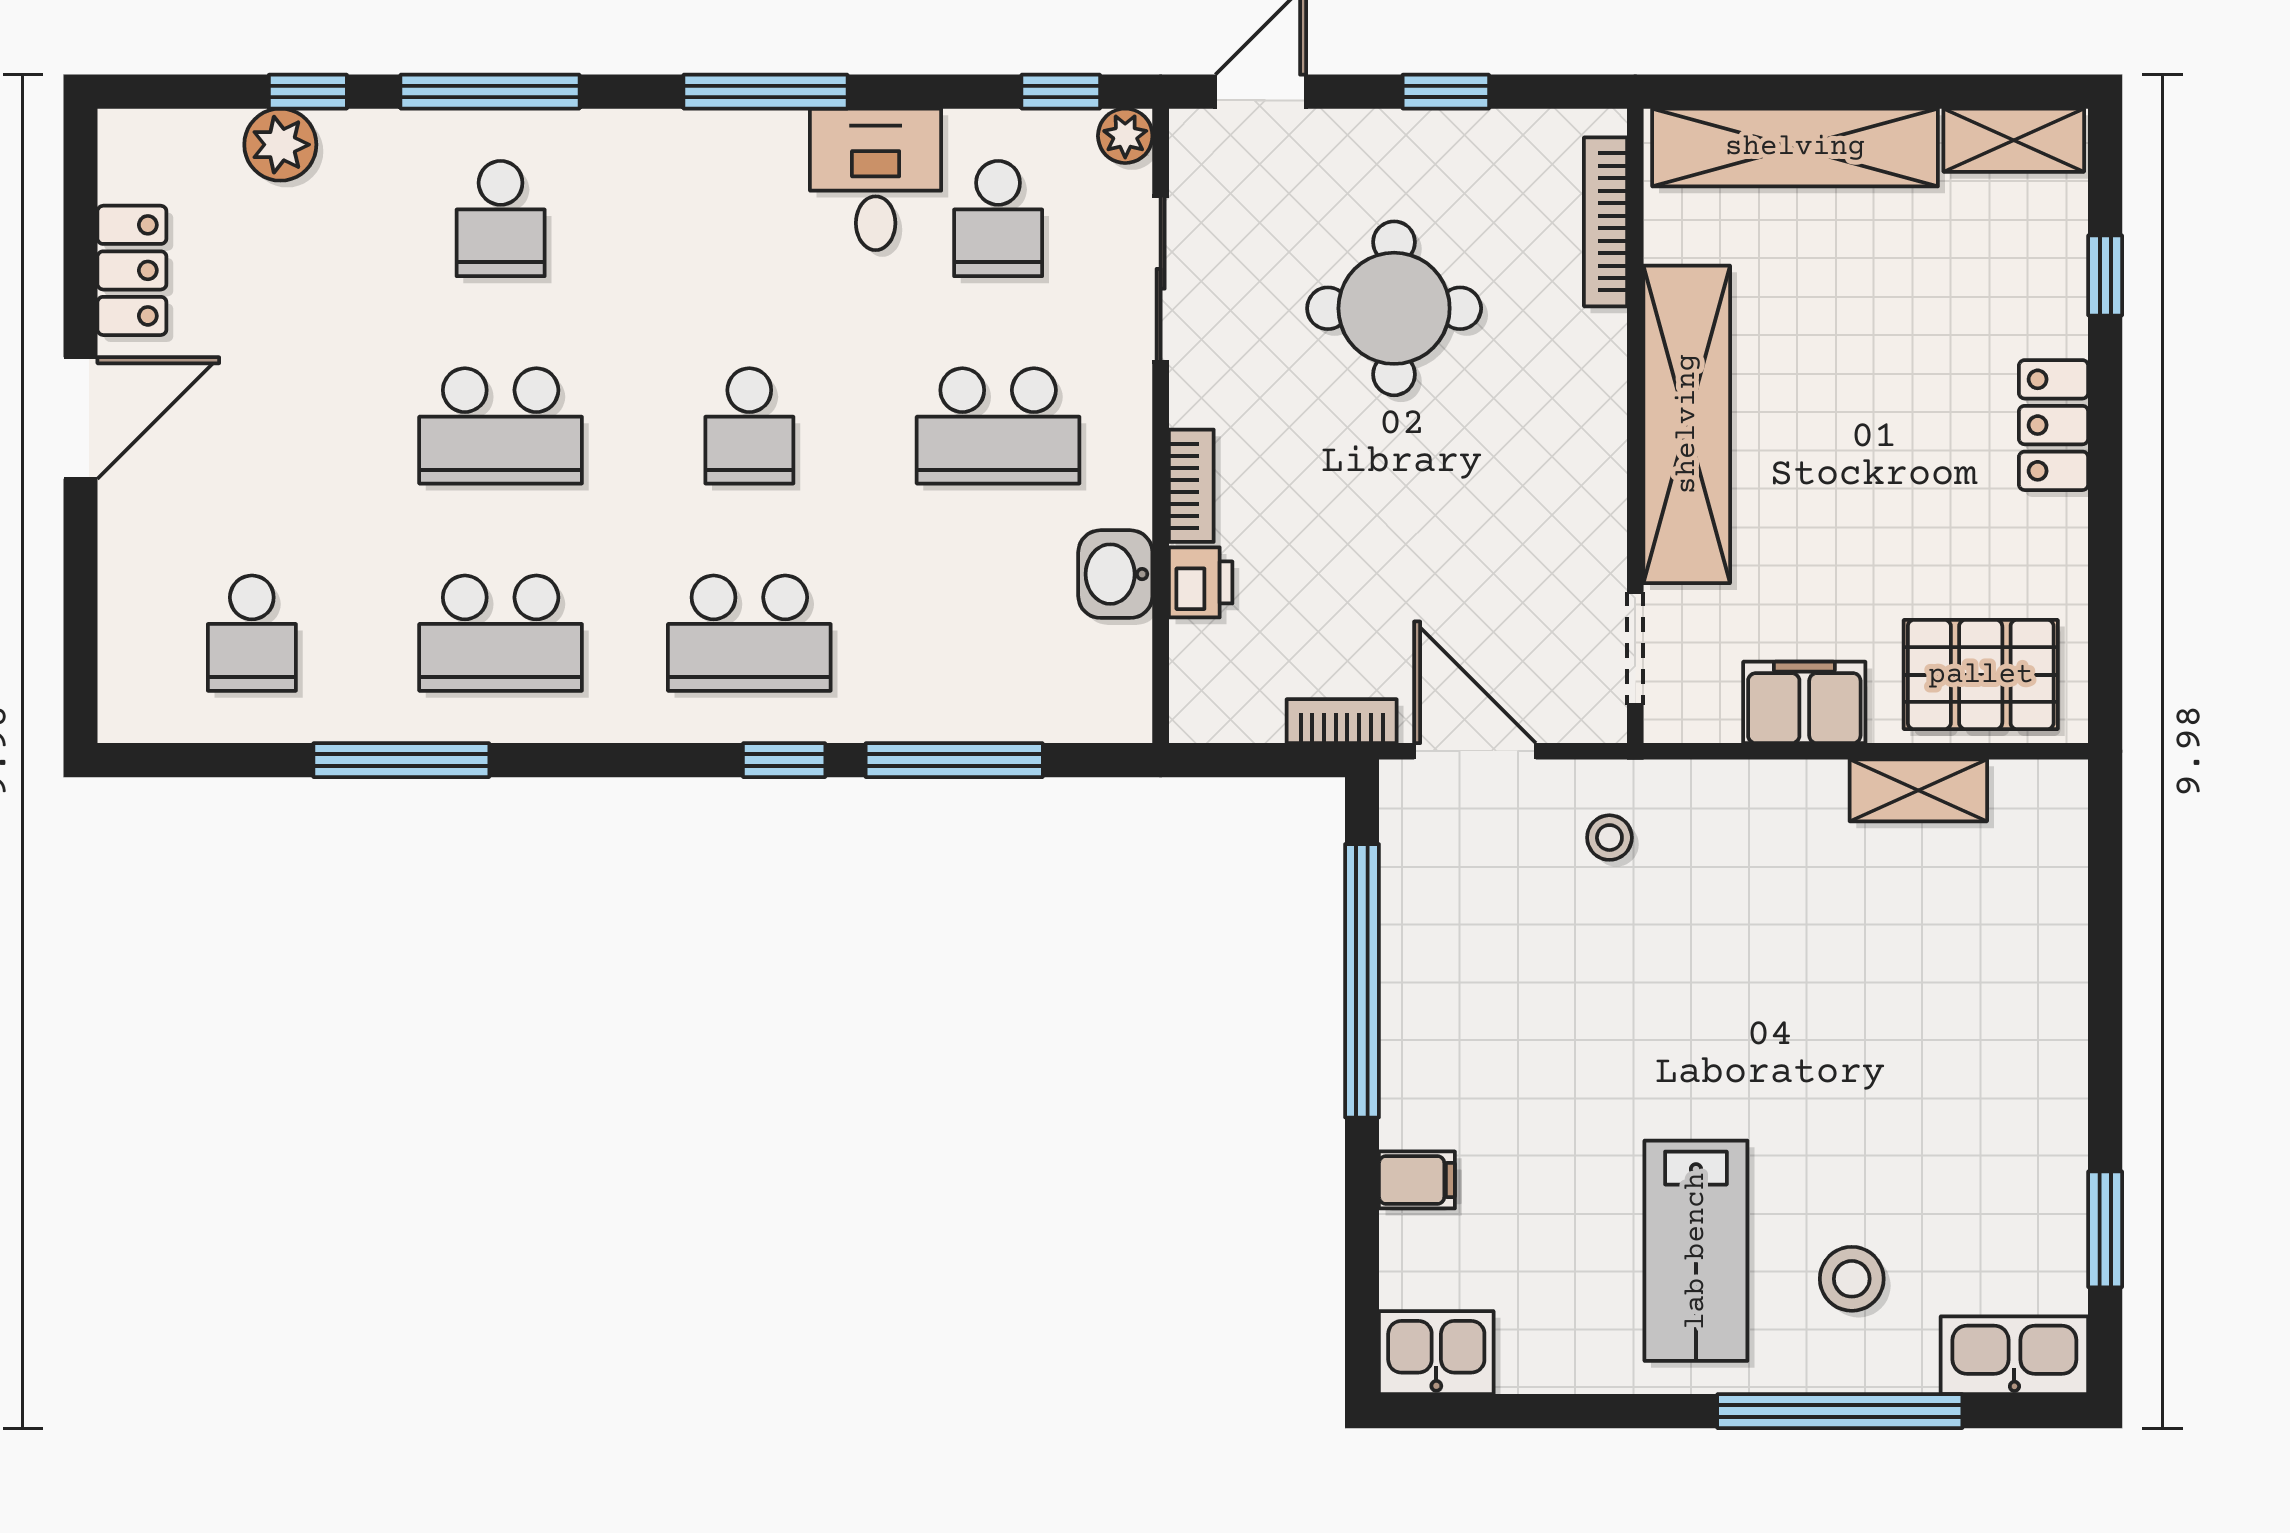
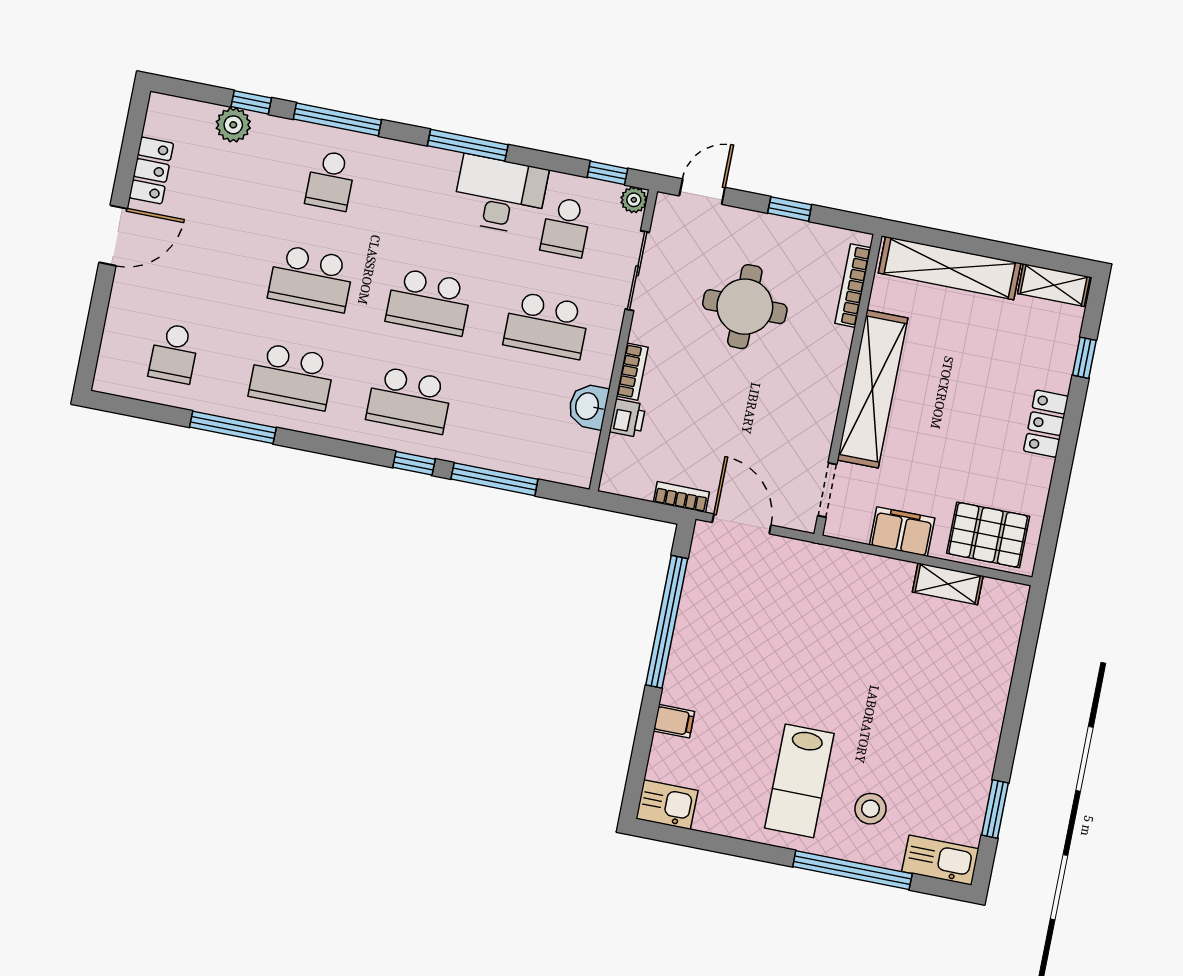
desk: (876, 179) -> (500, 195), width x1.37
school desk: (749, 426) -> (429, 302), width x1.85
stool: (1609, 838) -> (797, 577), removed

